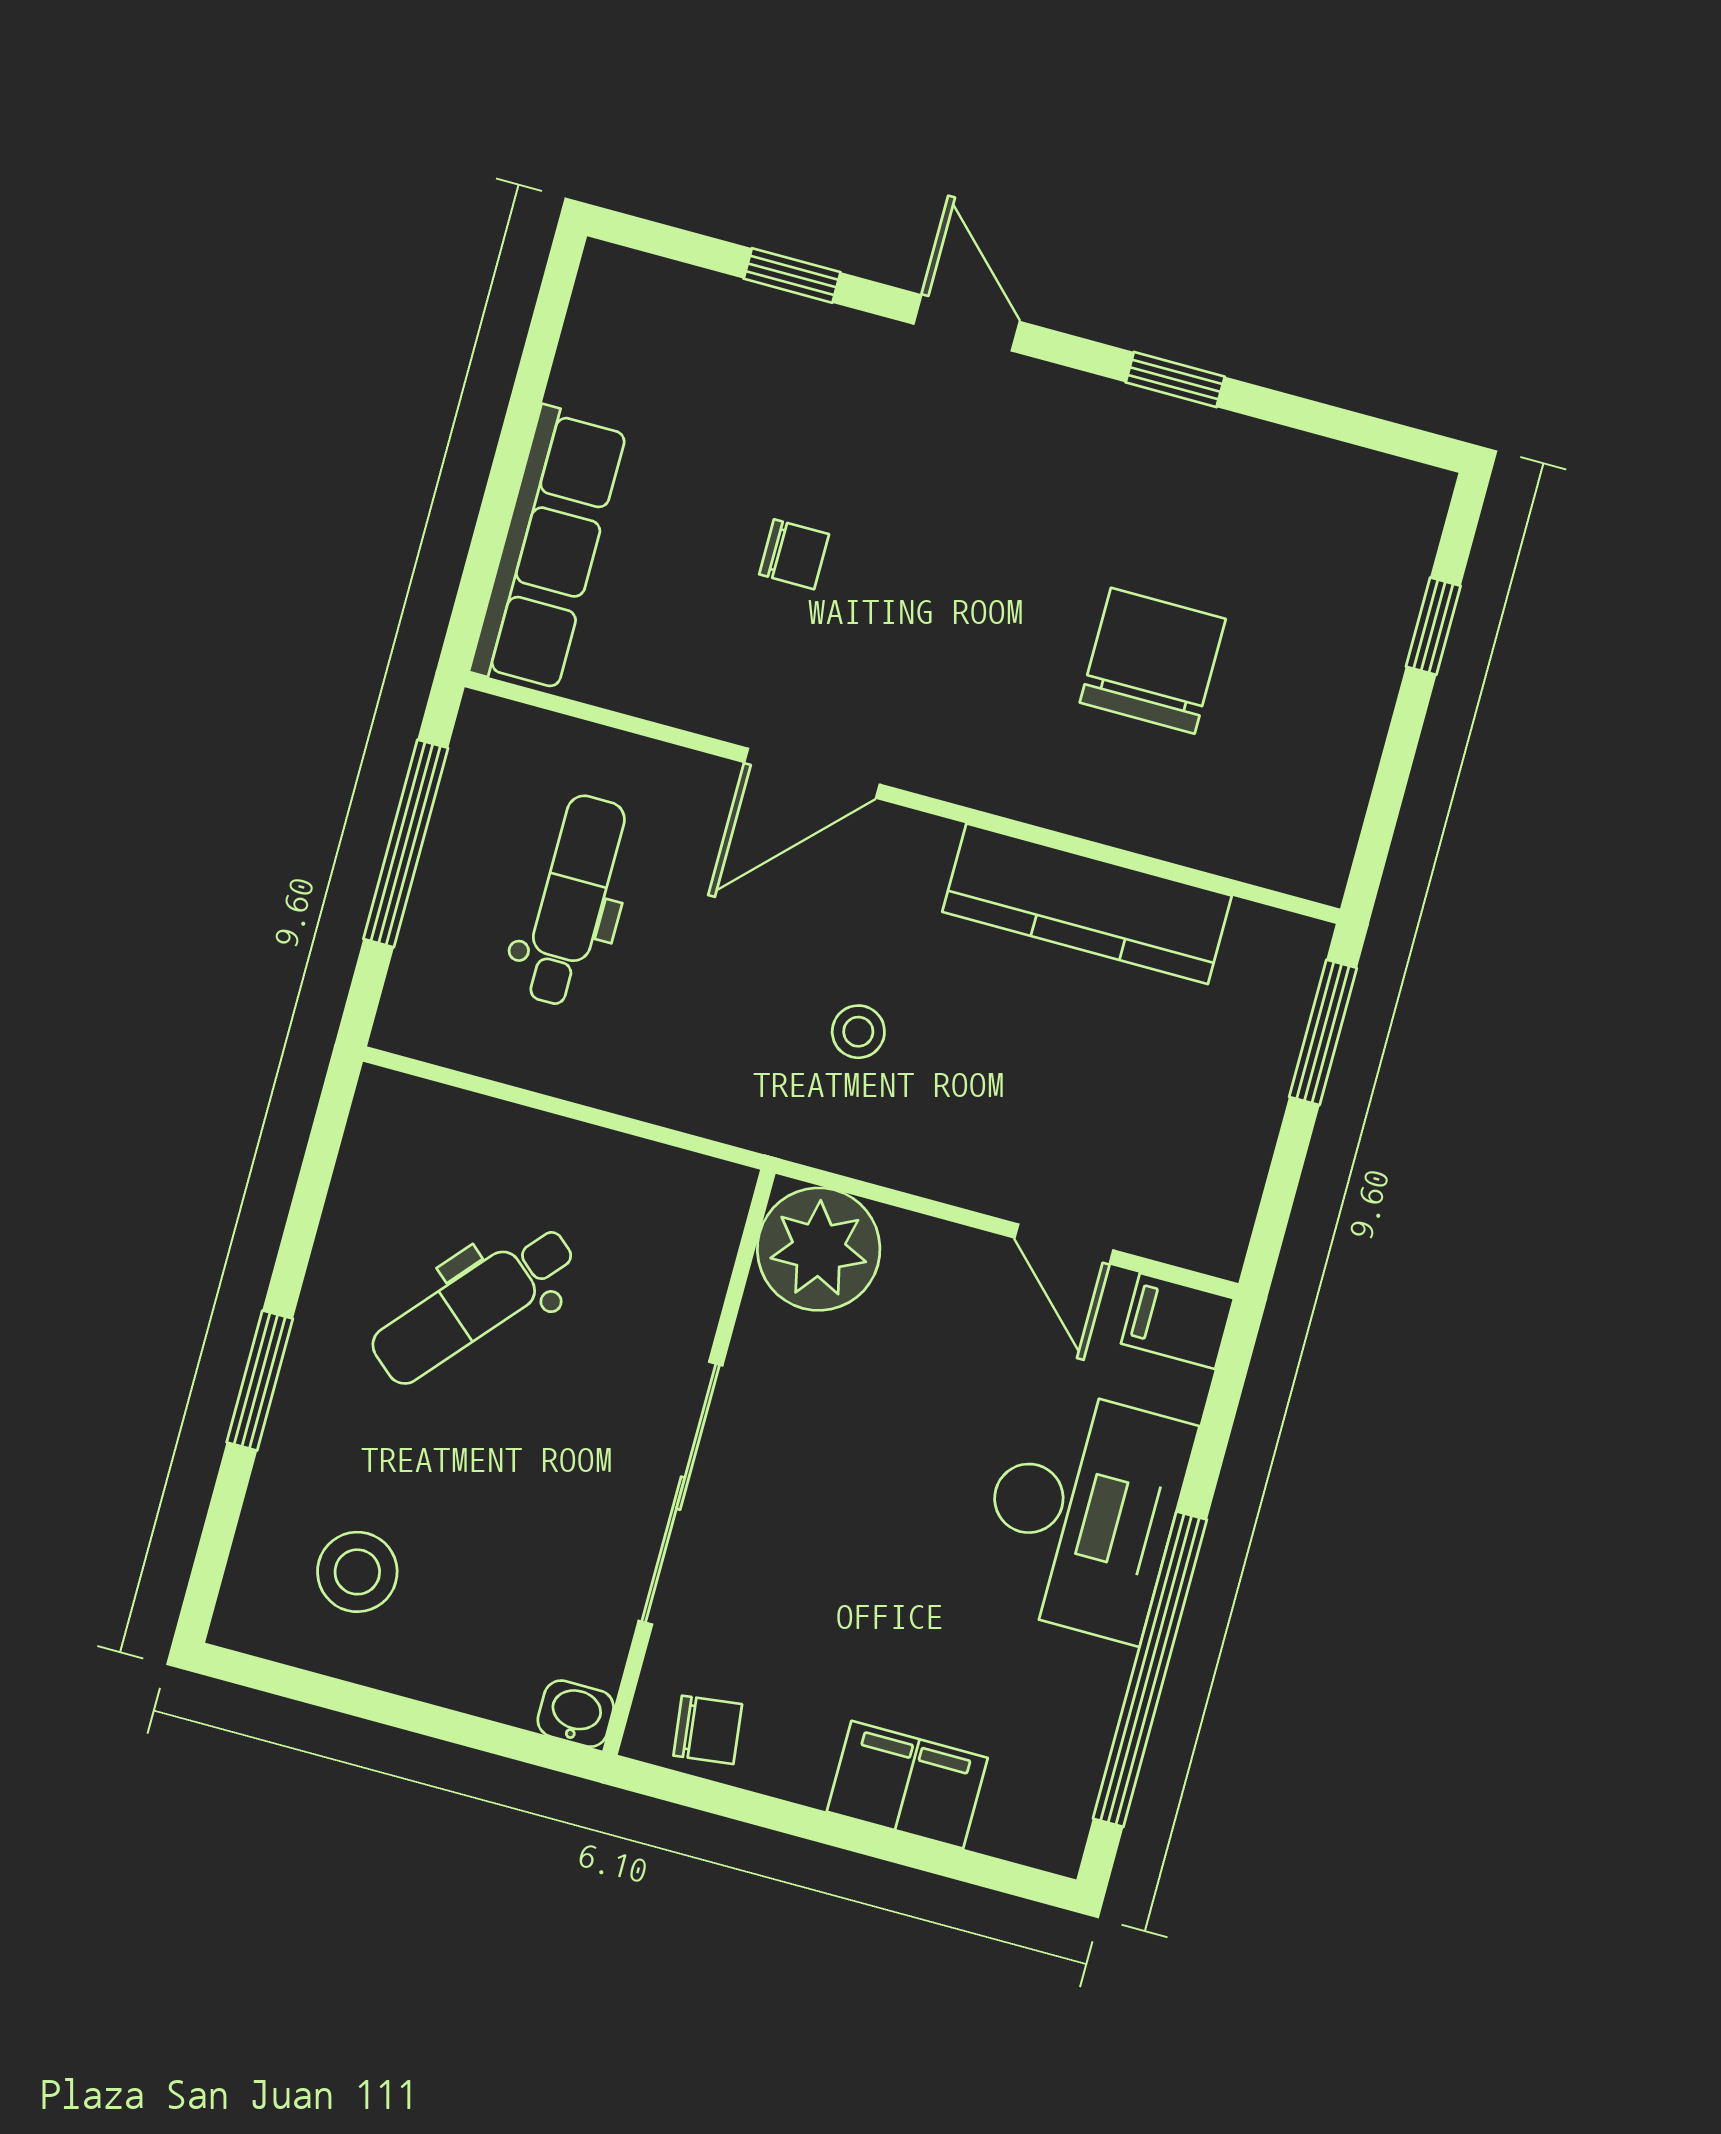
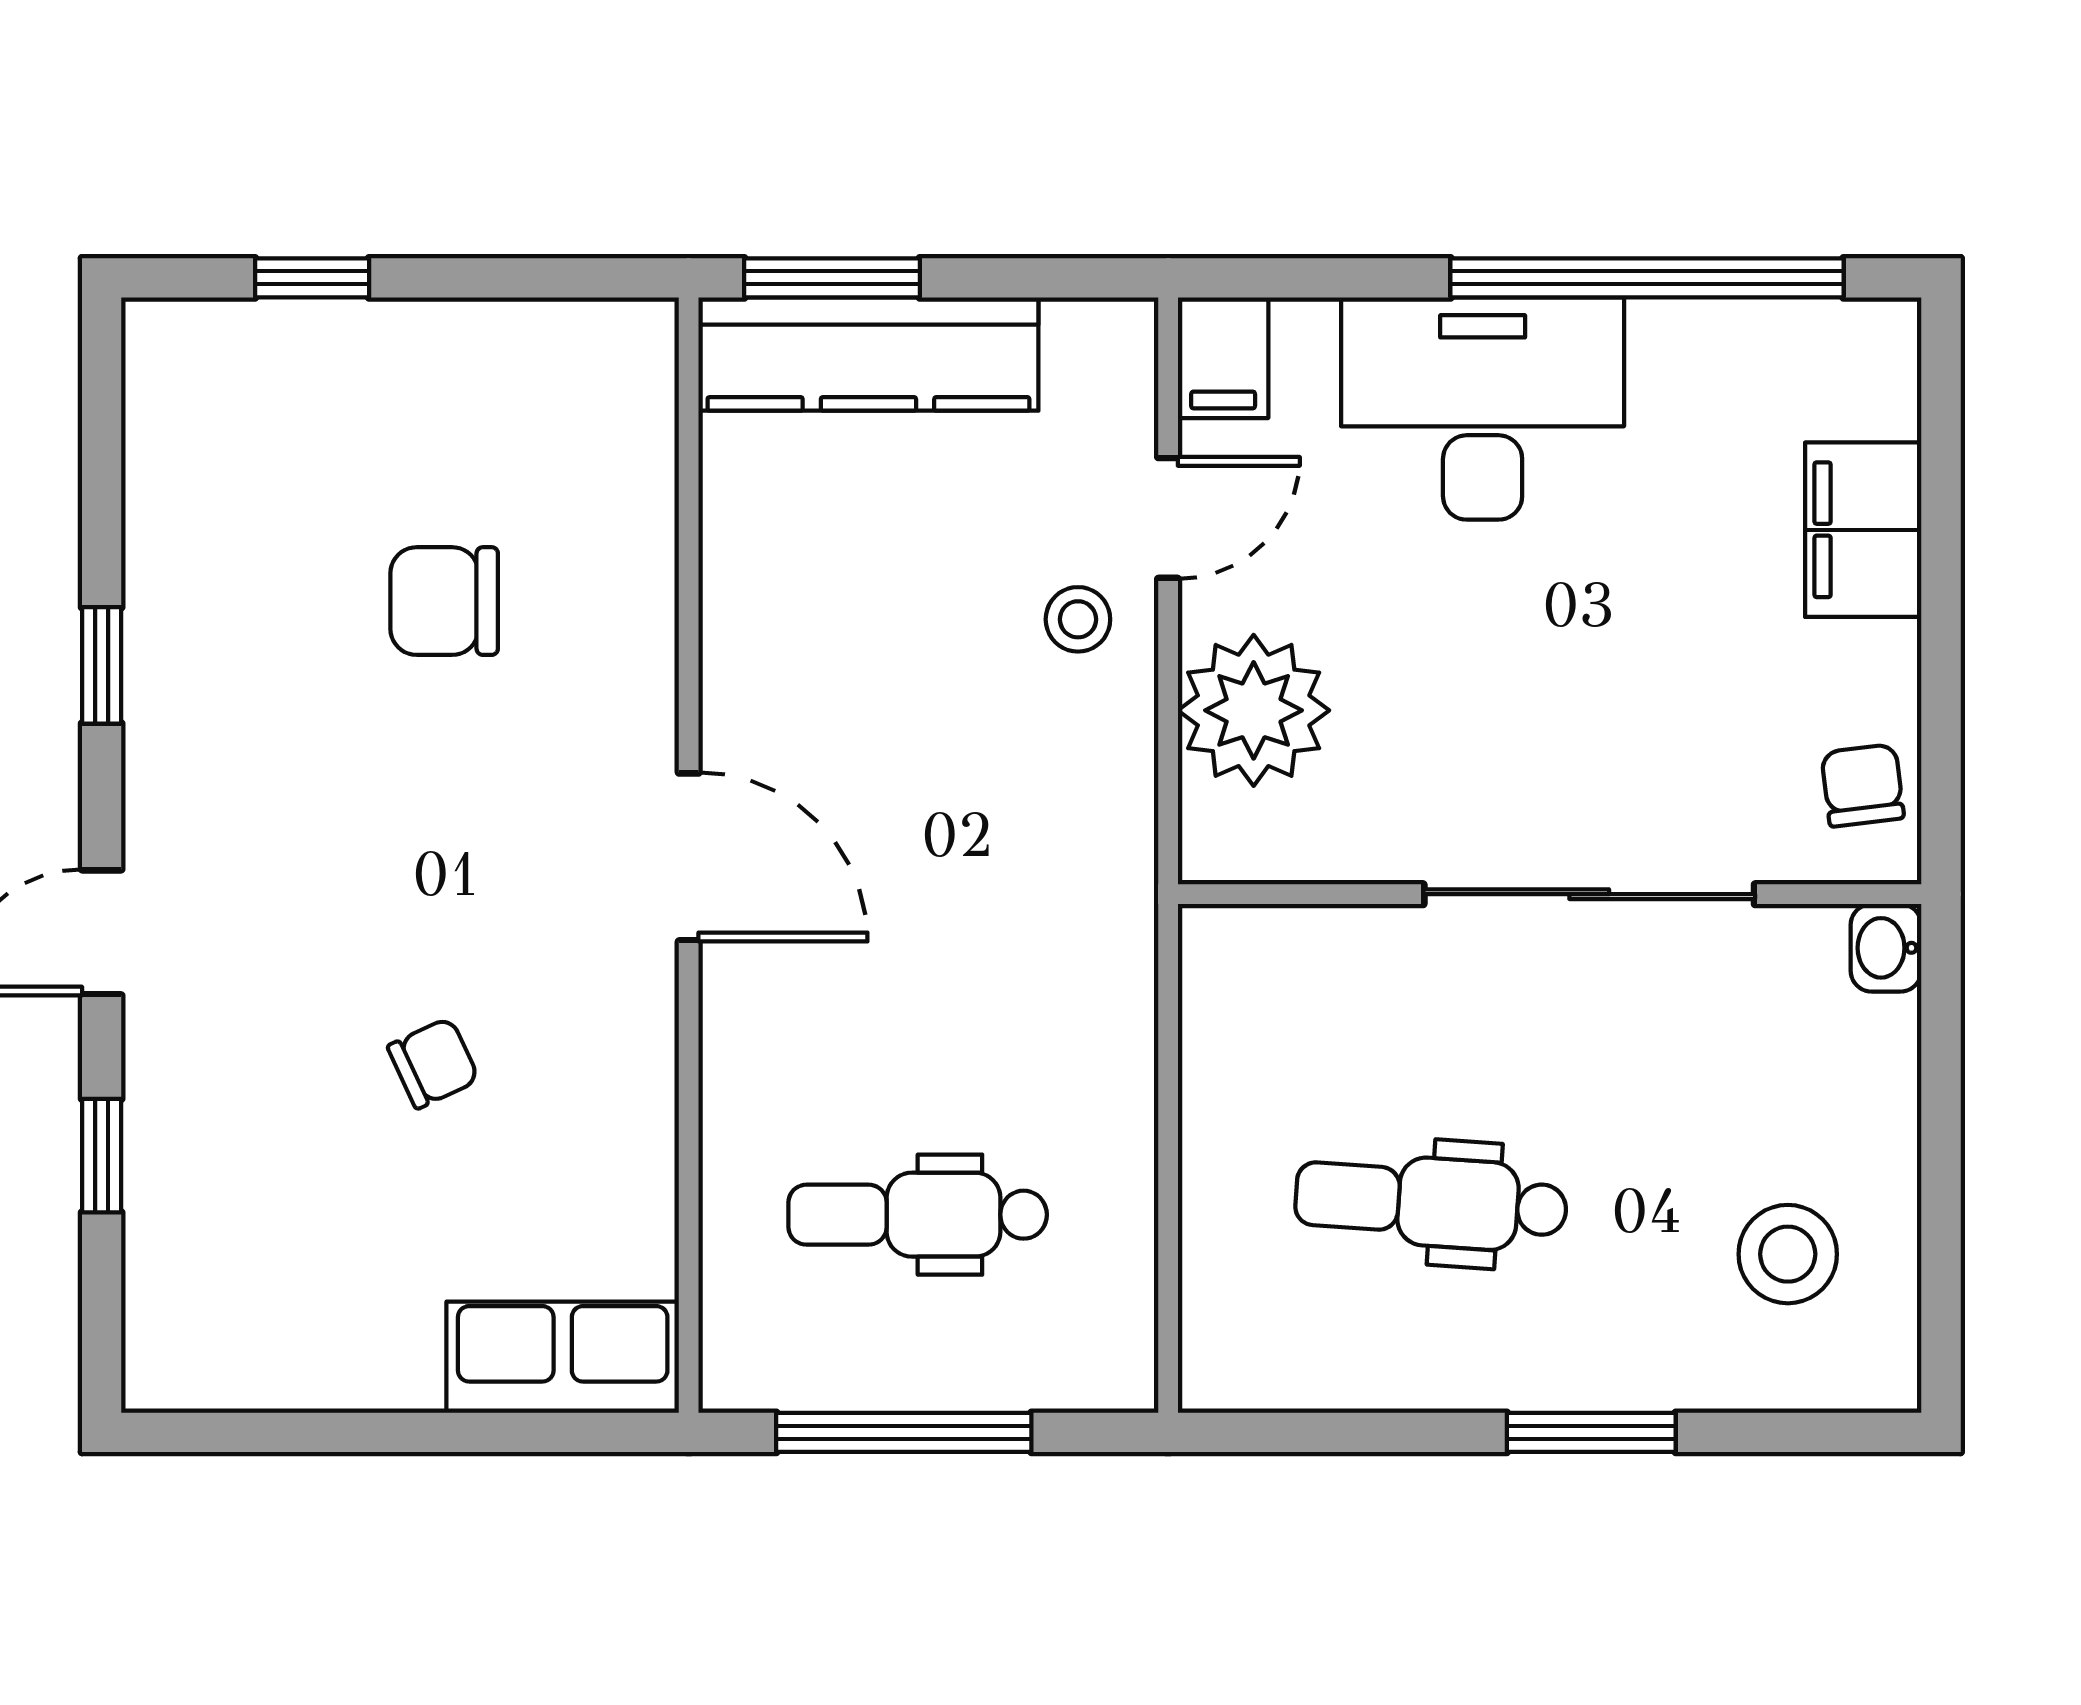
row of seats: (549, 549) -> (563, 1357), width x0.68
chair: (794, 554) -> (433, 1063), turned 65
chair: (1153, 661) -> (444, 601), width x0.73, depth x0.73
door: (812, 773) -> (689, 857), moved
kitchen counter: (1087, 904) -> (868, 354), moved, turned 90
stool: (858, 1032) -> (1078, 619), moved
plant: (819, 1249) -> (1254, 710), moved
dental chair: (474, 1304) -> (1431, 1202), turned 143

